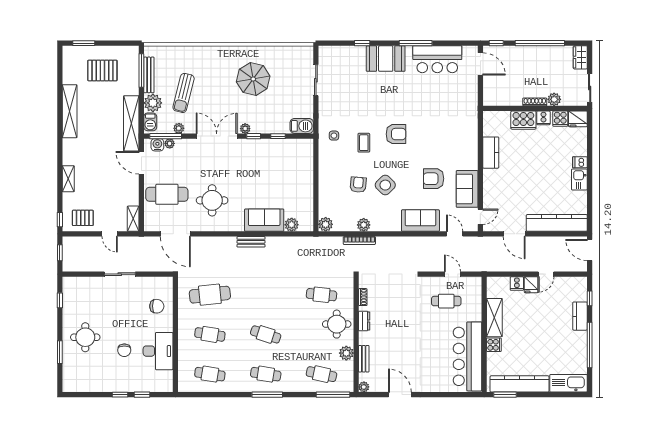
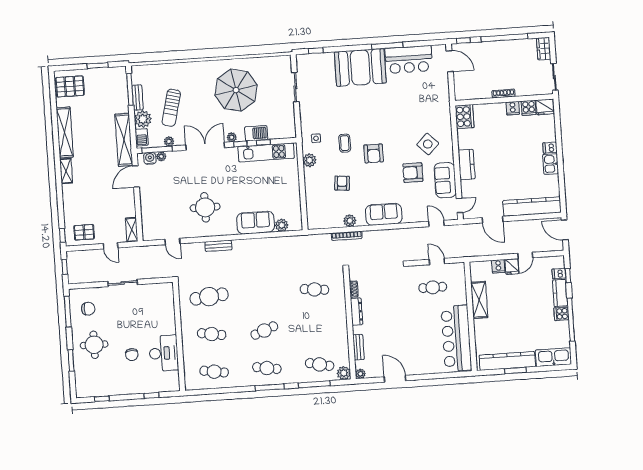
window: (84, 43) -> (98, 65), moved
window: (362, 43) -> (316, 51), moved
booth: (386, 59) -> (360, 67), width x1.36, depth x1.42
pallet: (102, 70) -> (70, 86), moved
bench: (149, 75) -> (138, 97), width x0.73
parasol: (253, 79) -> (236, 90), width x1.36, depth x1.36
plant: (554, 99) -> (522, 90), removed
cooker: (523, 120) -> (465, 117), moved, turned -90
barbecue: (302, 126) -> (256, 133), moved
armchair: (396, 134) -> (374, 153), moved, turned 90
kitchen unit: (280, 147) -> (266, 152), added
kitchen counter: (491, 153) -> (467, 165), moved
door: (141, 163) -> (136, 176), hinge flipped
shelving: (68, 179) -> (66, 171), moved
side table: (385, 185) -> (428, 144), moved
cafe table: (167, 194) -> (162, 205), removed
sofa: (420, 221) -> (384, 214), moved
plant: (326, 224) -> (310, 160), moved
door: (175, 234) -> (172, 241), width x0.53
bench: (251, 242) -> (218, 246), moved
dishwasher: (580, 296) -> (559, 274), added
window: (60, 300) -> (68, 312), width x2.17
chair: (157, 306) -> (88, 309), moved
dresser: (364, 321) -> (356, 311), width x1.44
round table: (337, 324) -> (331, 316), removed
cafe table: (266, 334) -> (264, 330), turned -39
cooker: (494, 345) -> (561, 314), moved, turned 180
plant: (346, 353) -> (344, 373), moved
window: (120, 395) -> (102, 399), moved
window: (333, 395) -> (314, 384), moved
window: (505, 395) -> (515, 371), moved

